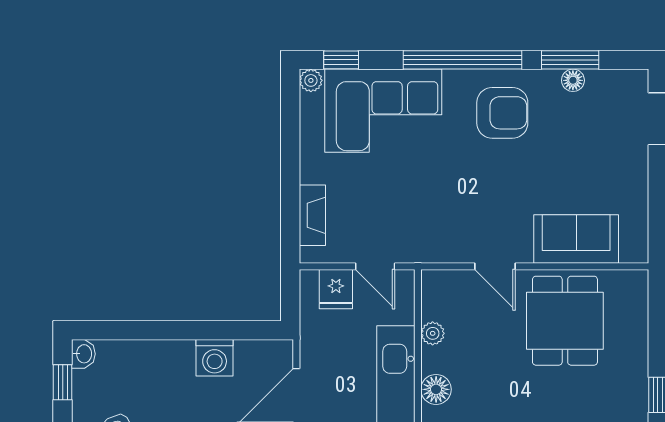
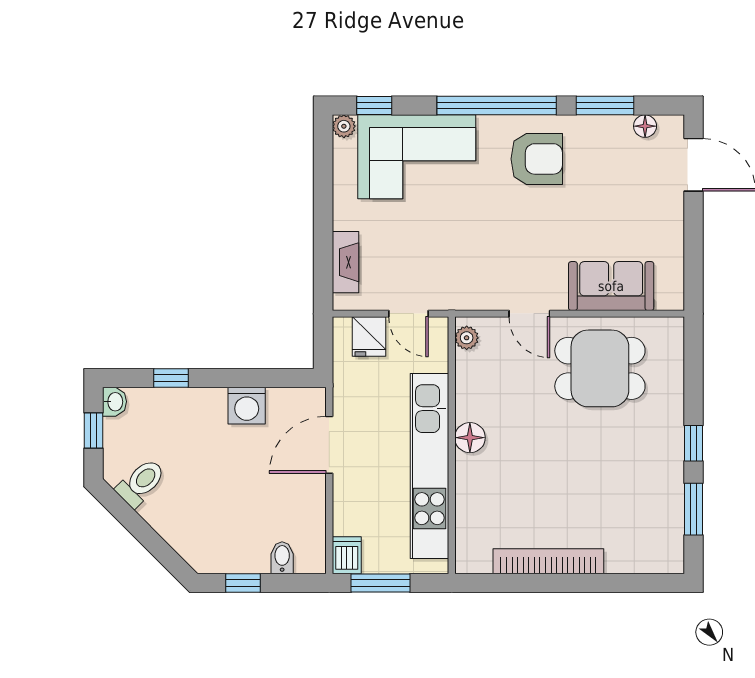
floor lamp: (573, 80) -> (645, 126), moved
dining table: (565, 321) -> (600, 368), turned 90
window: (139, 330) -> (171, 378), added
plant: (433, 333) -> (467, 338), moved

